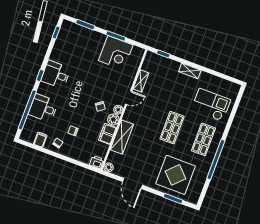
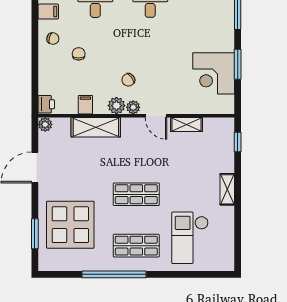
checkout: (211, 105) -> (190, 238), turned 180
filing cabinet: (107, 134) -> (85, 105), width x0.50

